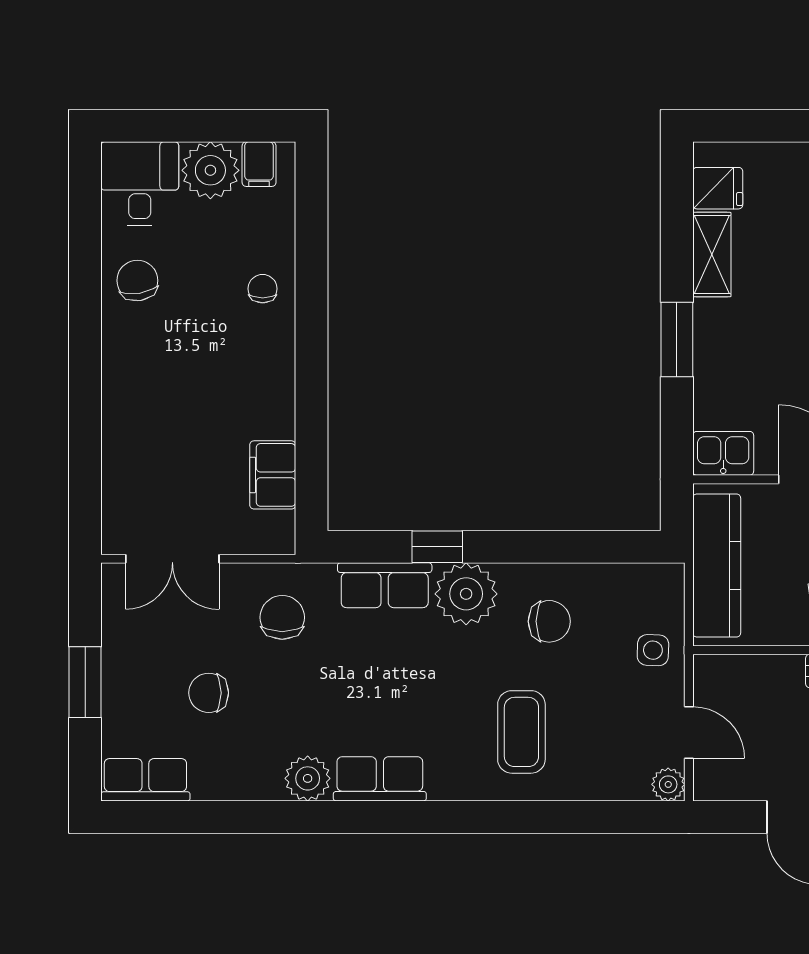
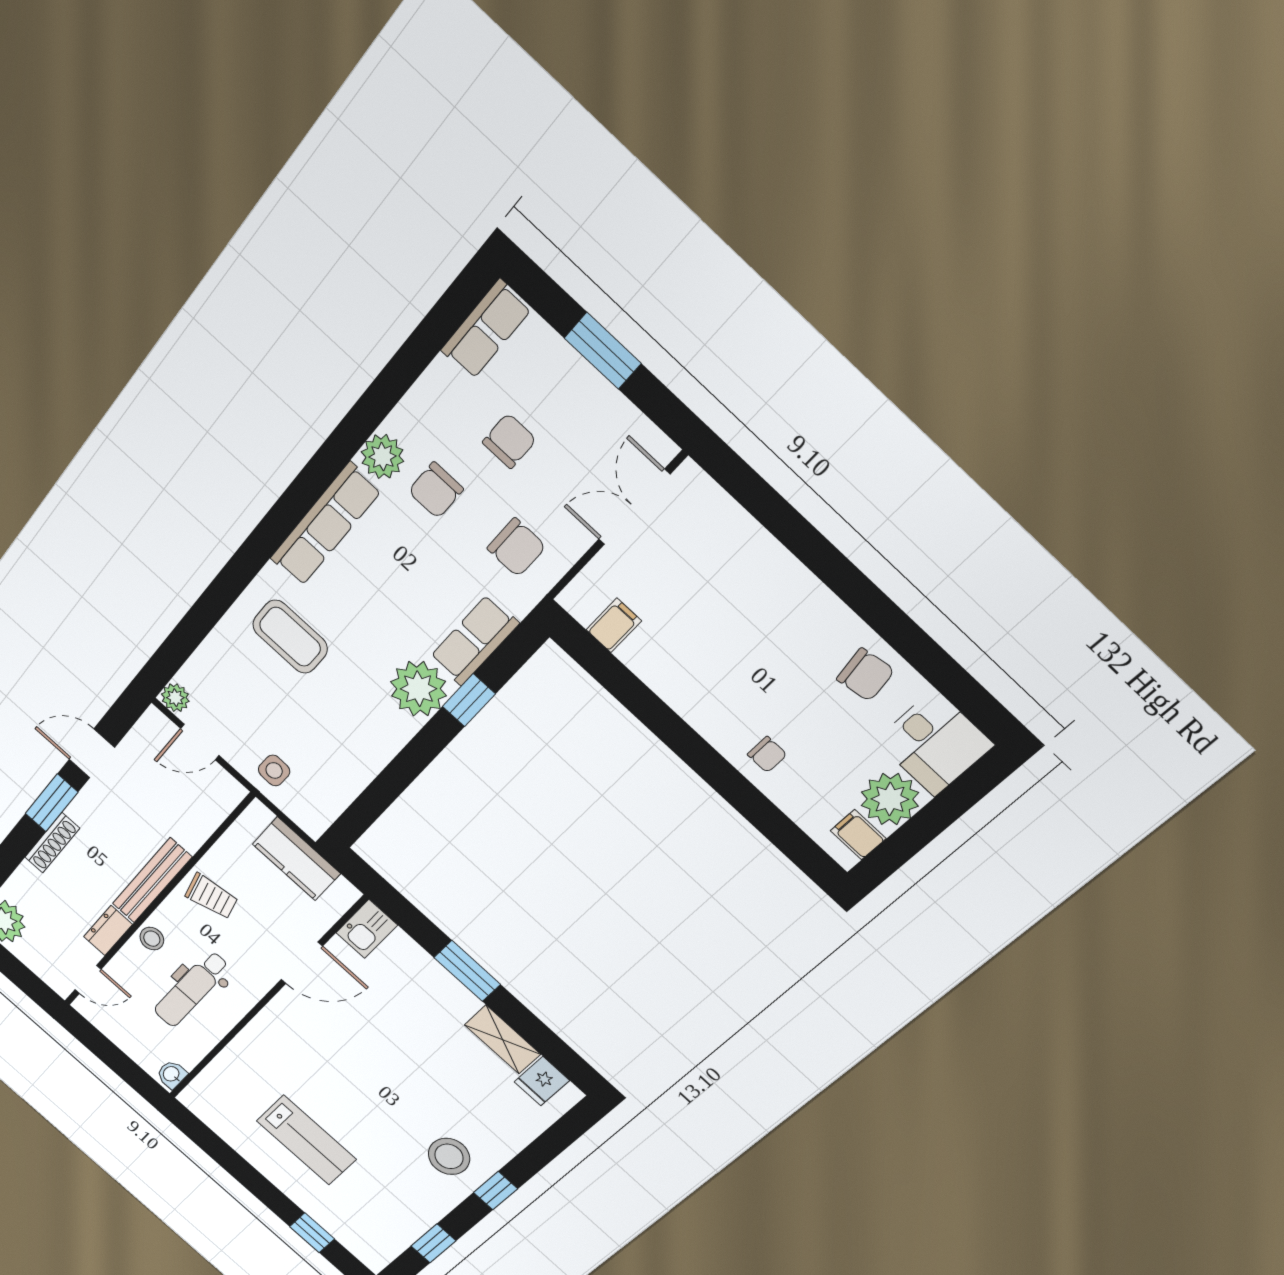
filing cabinet: (273, 475) -> (614, 625), width x0.50
kitchen counter: (717, 566) -> (296, 859), width x0.67
chair: (549, 621) -> (436, 490), moved
row of seats: (380, 779) -> (325, 525), width x1.48

